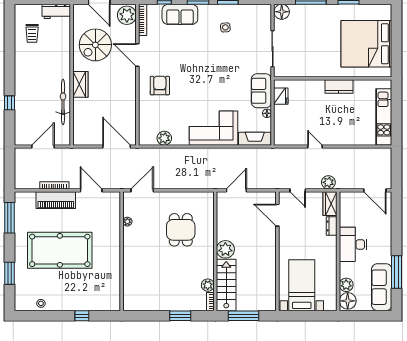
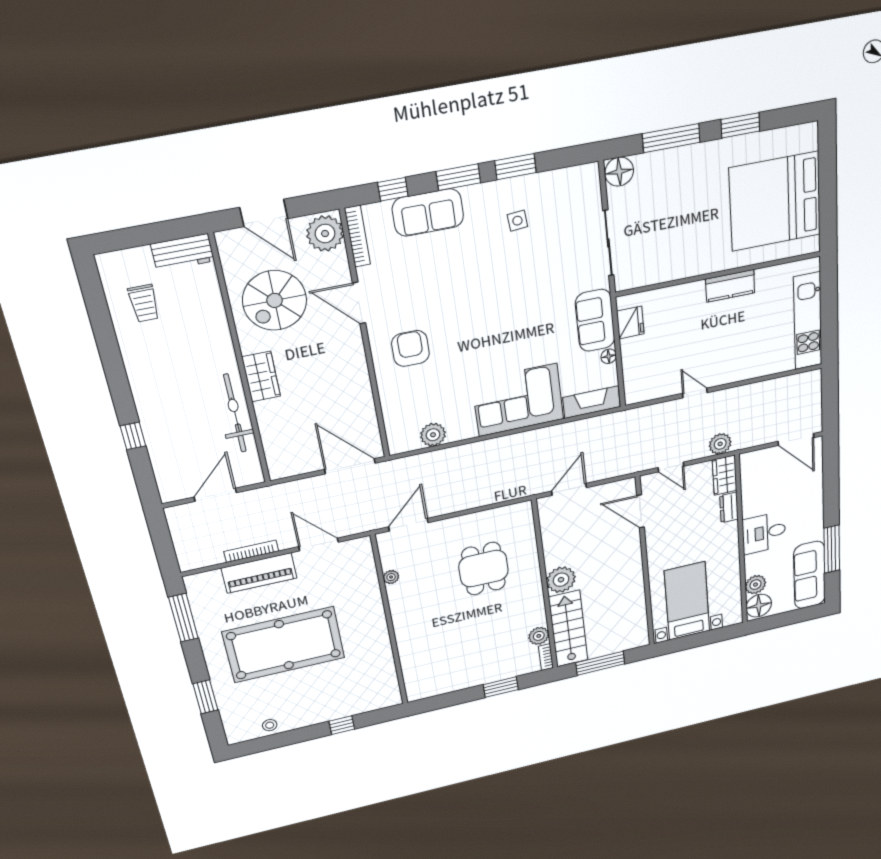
desk: (353, 244) -> (764, 533), width x0.73

